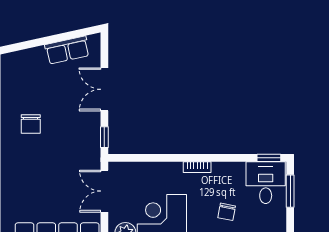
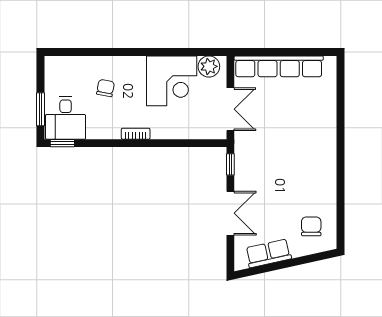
chair: (31, 124) -> (311, 226), moved

